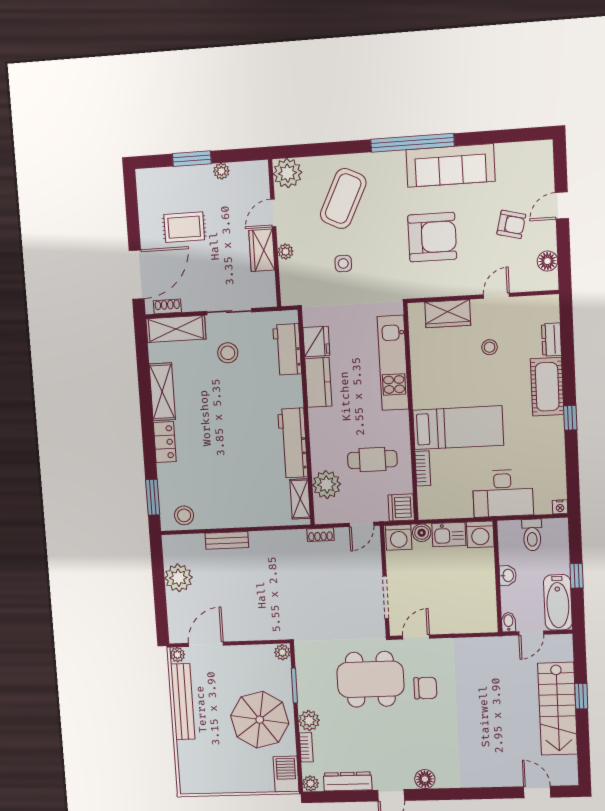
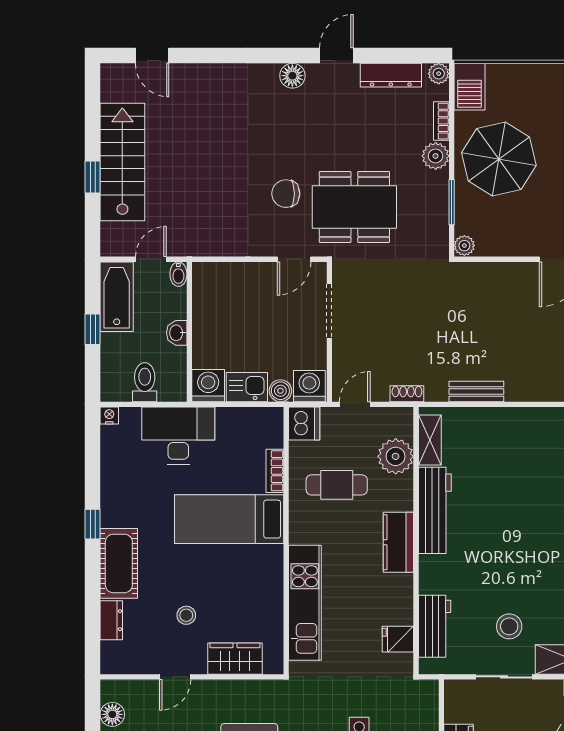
fridge: (316, 342) -> (398, 639), width x0.72
kitchen counter: (318, 382) -> (398, 542), moved
bench: (227, 540) -> (476, 391), moved

